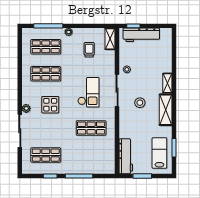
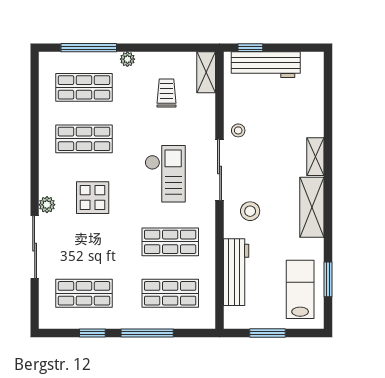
stool: (140, 103) -> (250, 211), moved
shop shelf: (91, 155) -> (170, 293), added
workbench: (126, 156) -> (236, 272), moved

